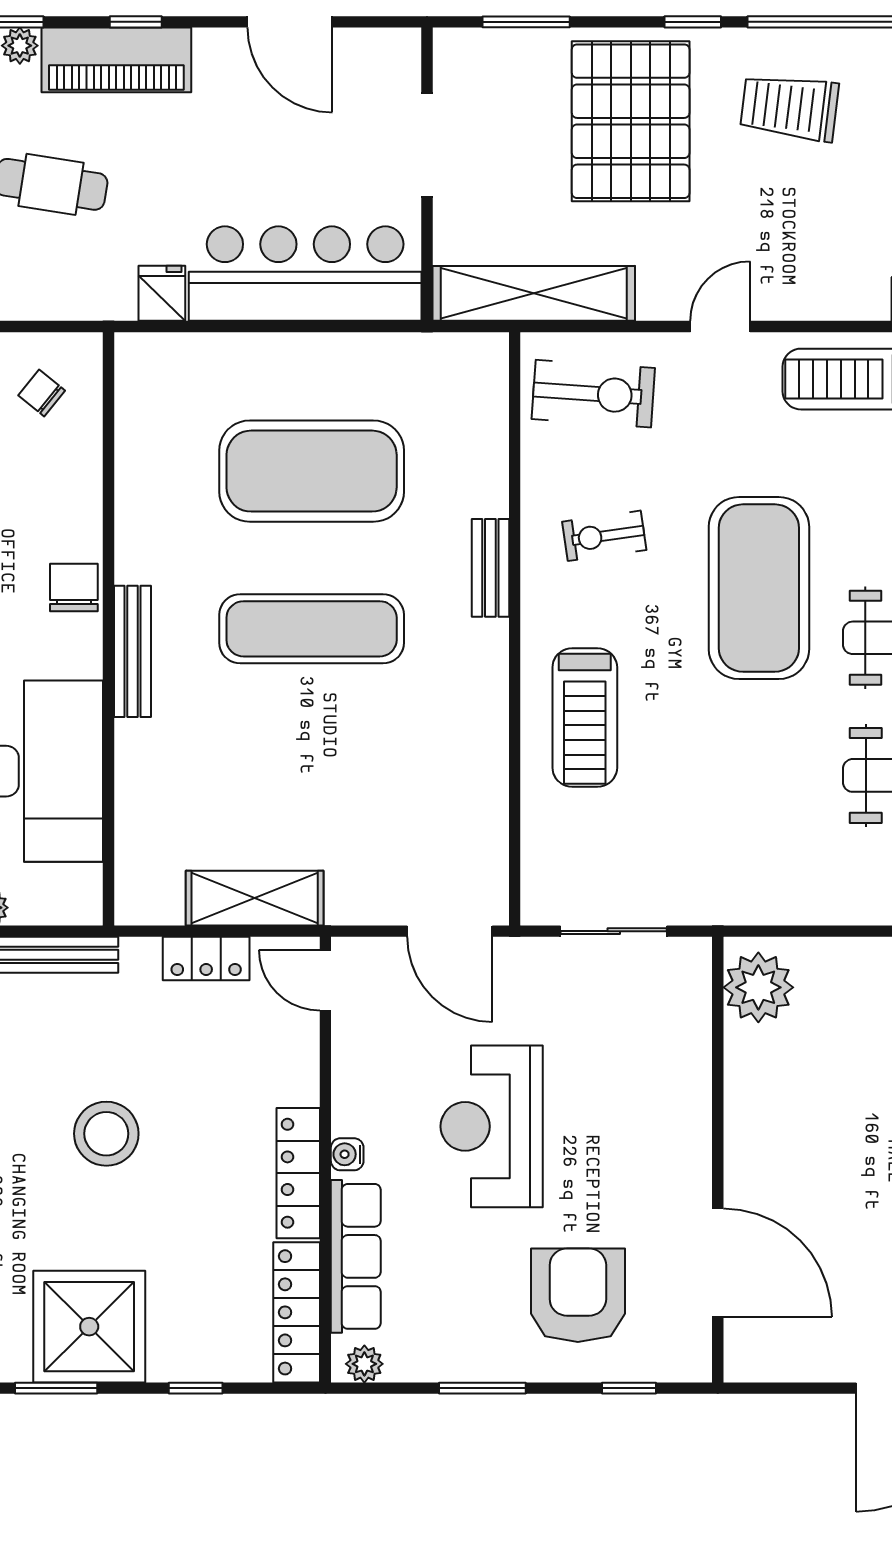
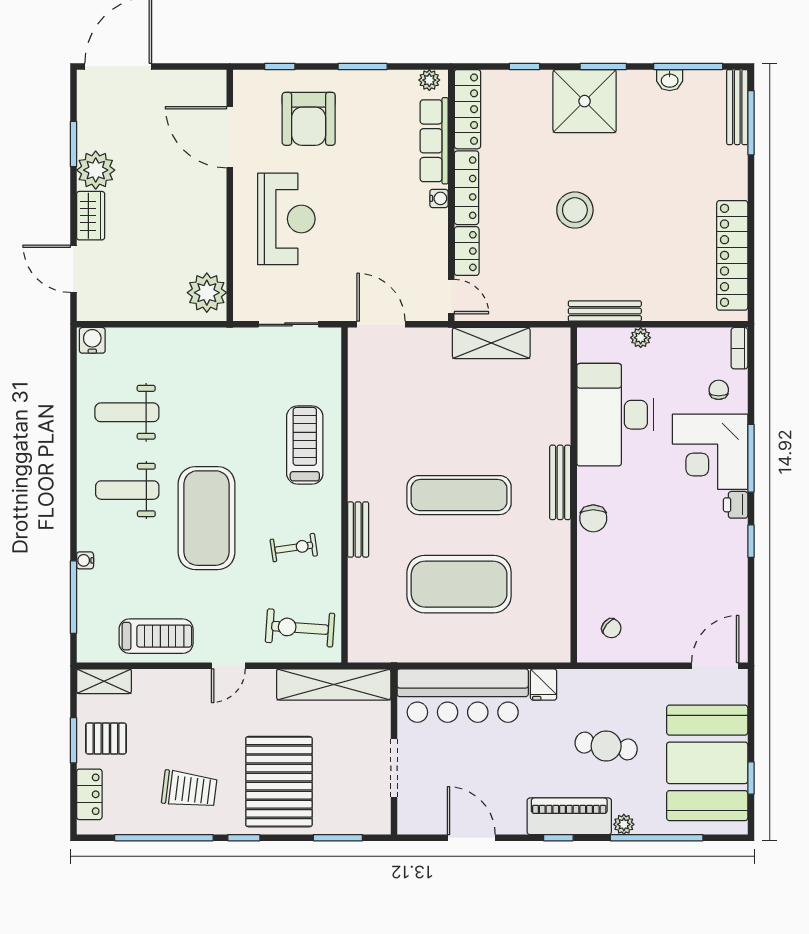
locker: (206, 959) -> (467, 251), moved, turned 90
reception desk: (492, 1126) -> (286, 219), moved

